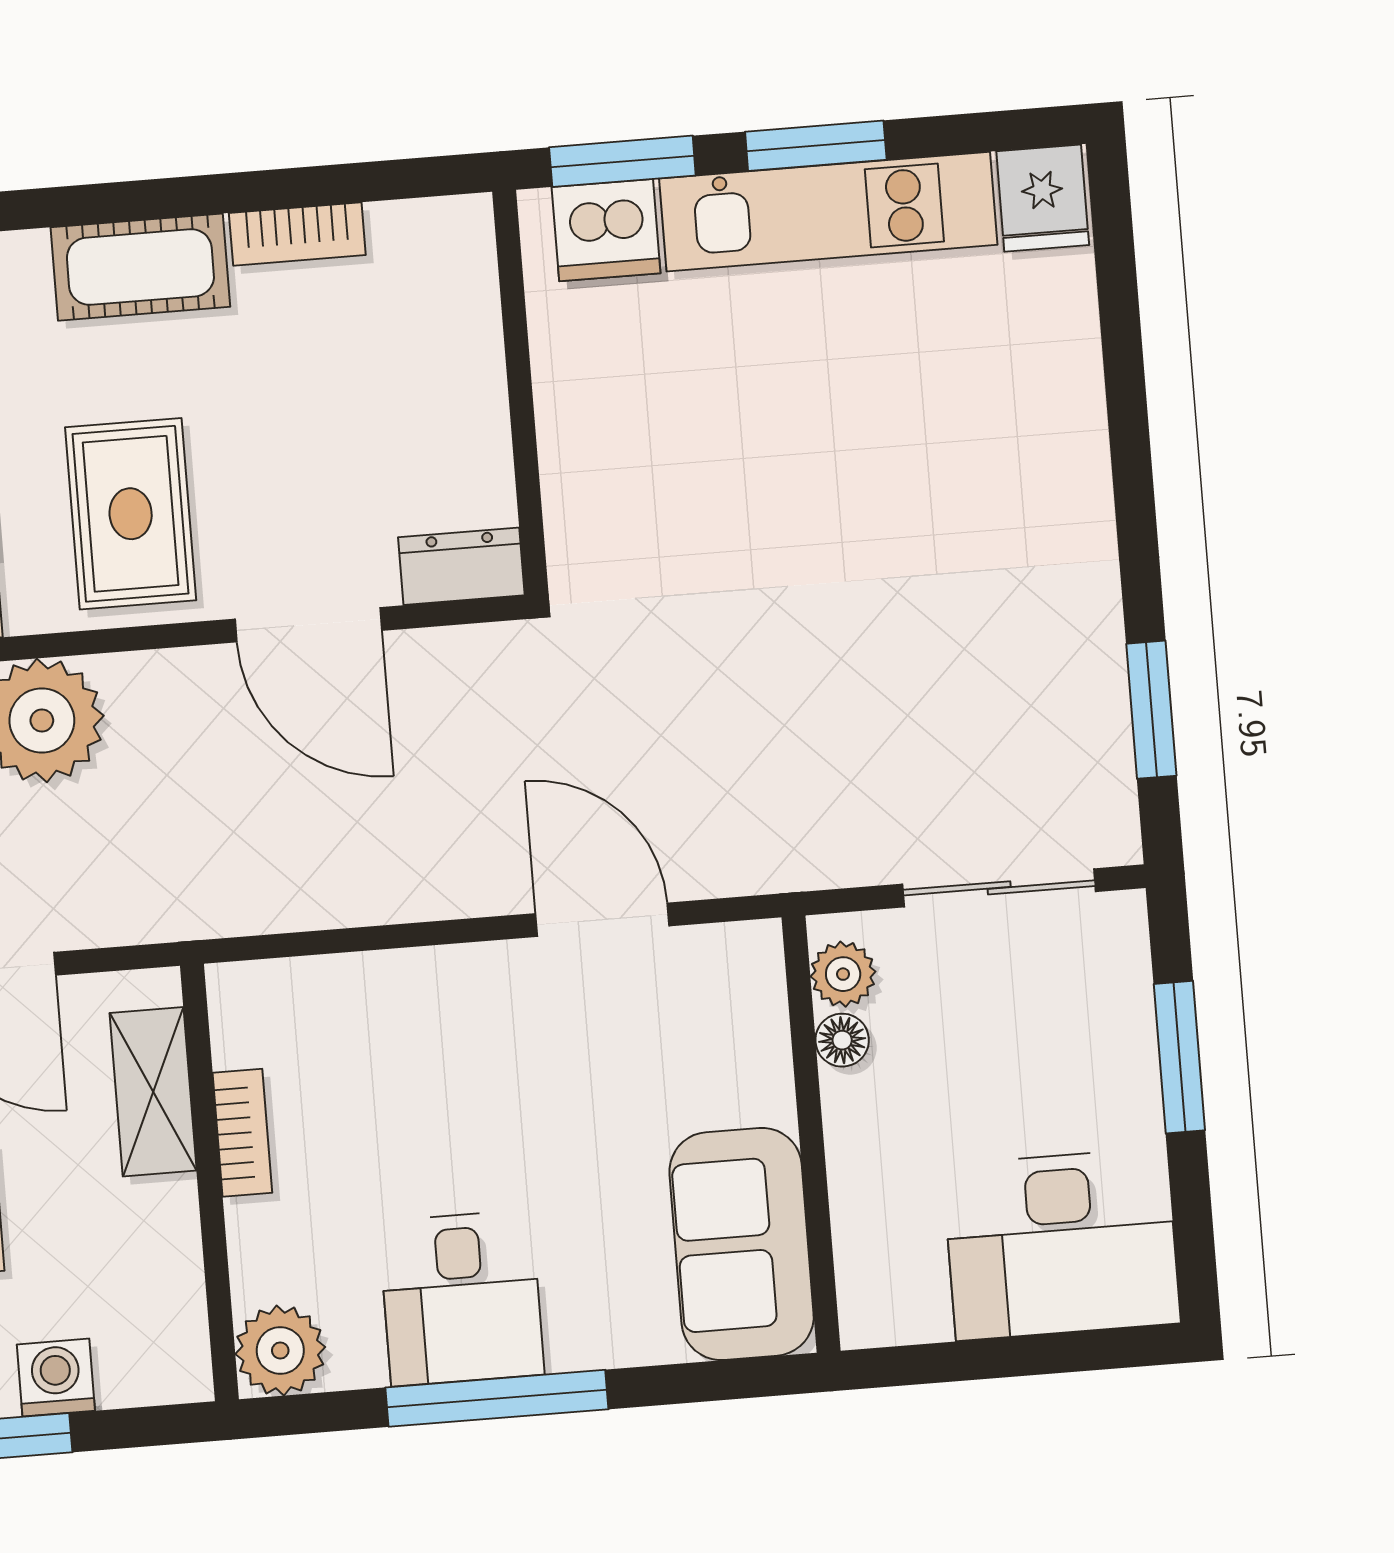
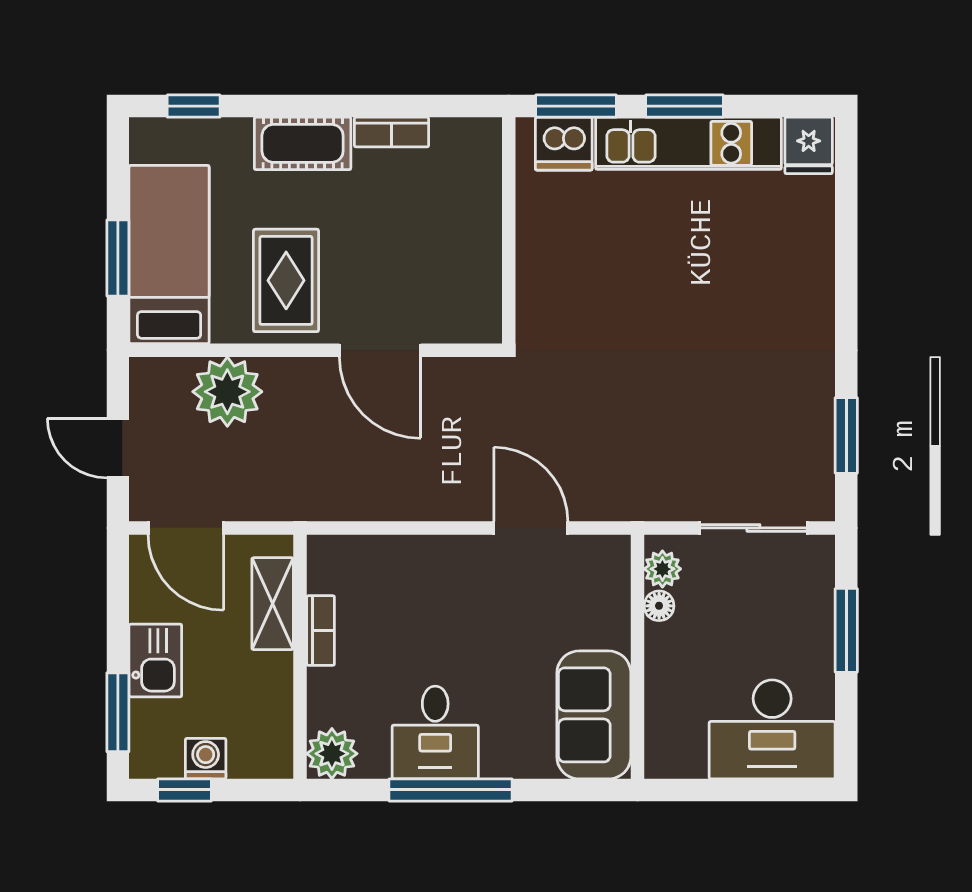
dresser: (461, 566) -> (468, 325), removed

